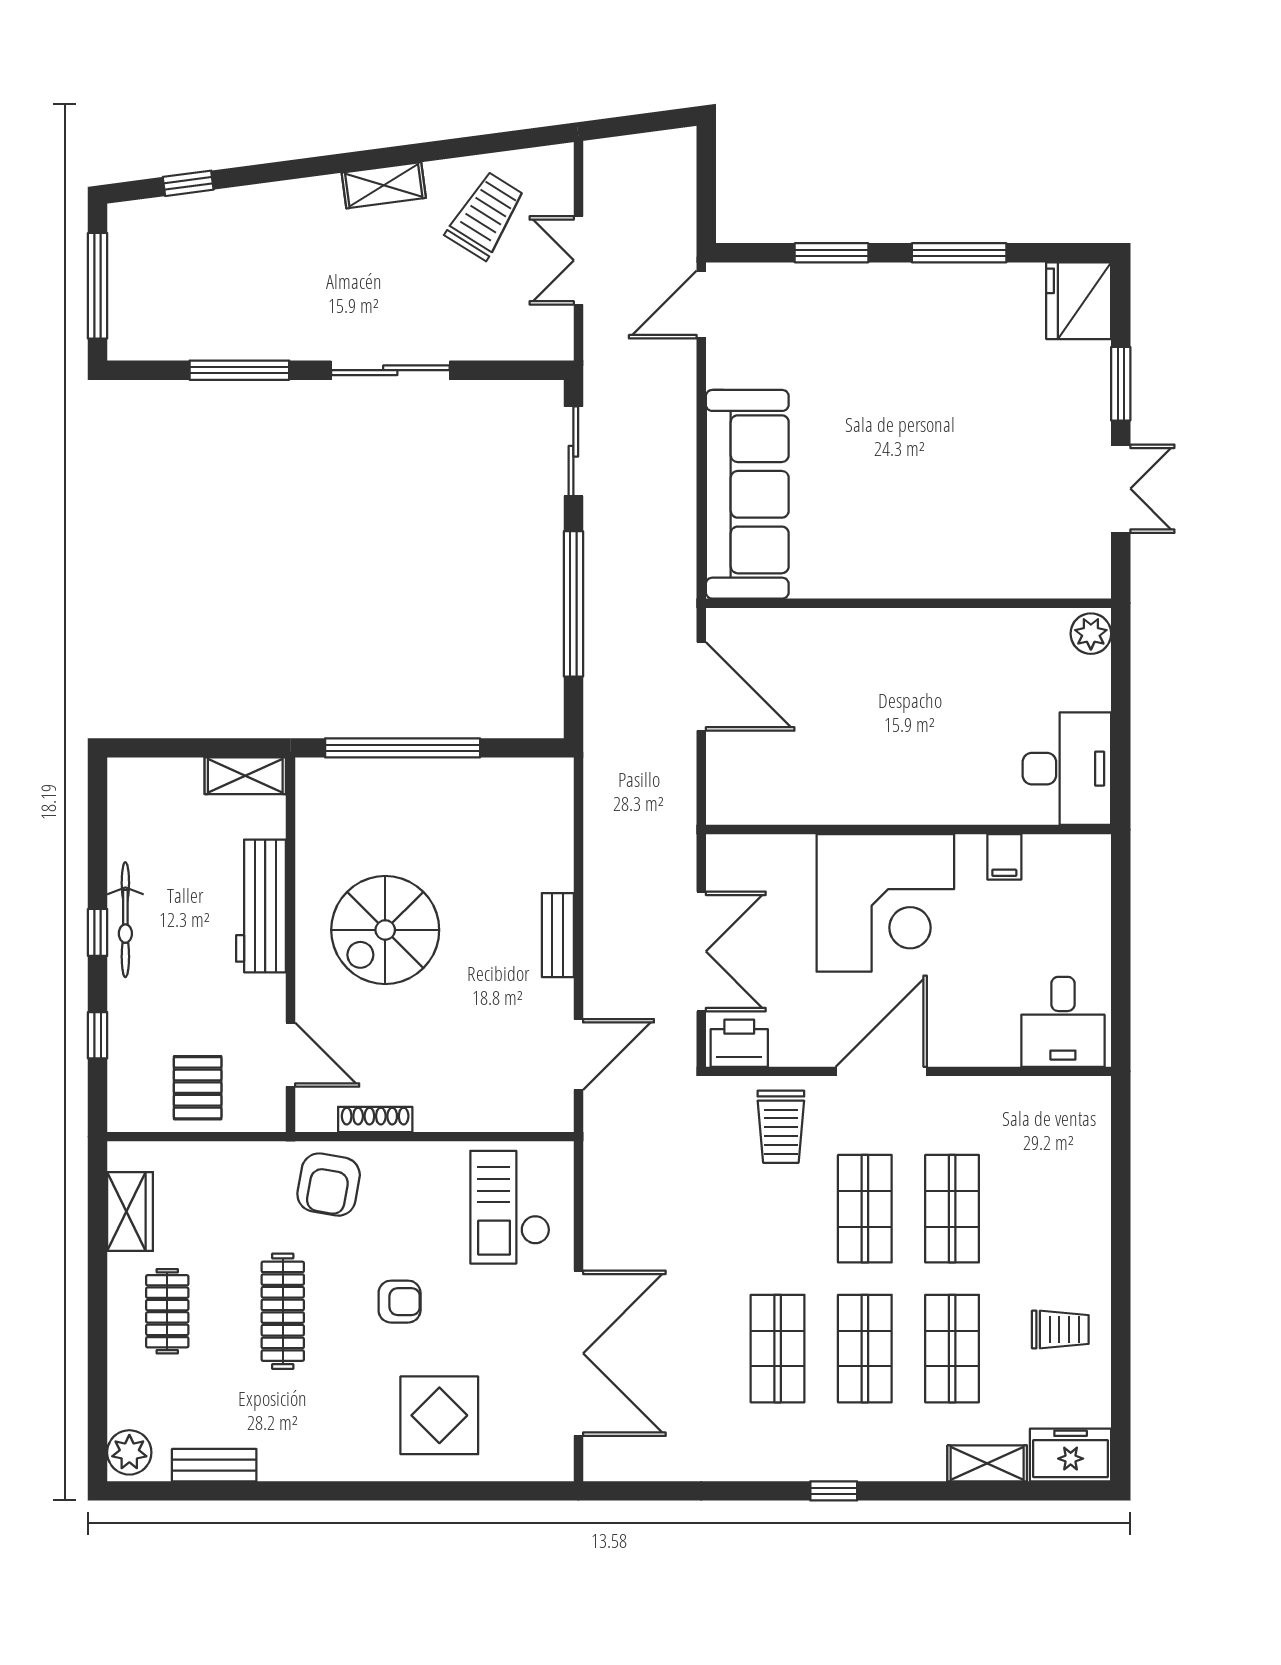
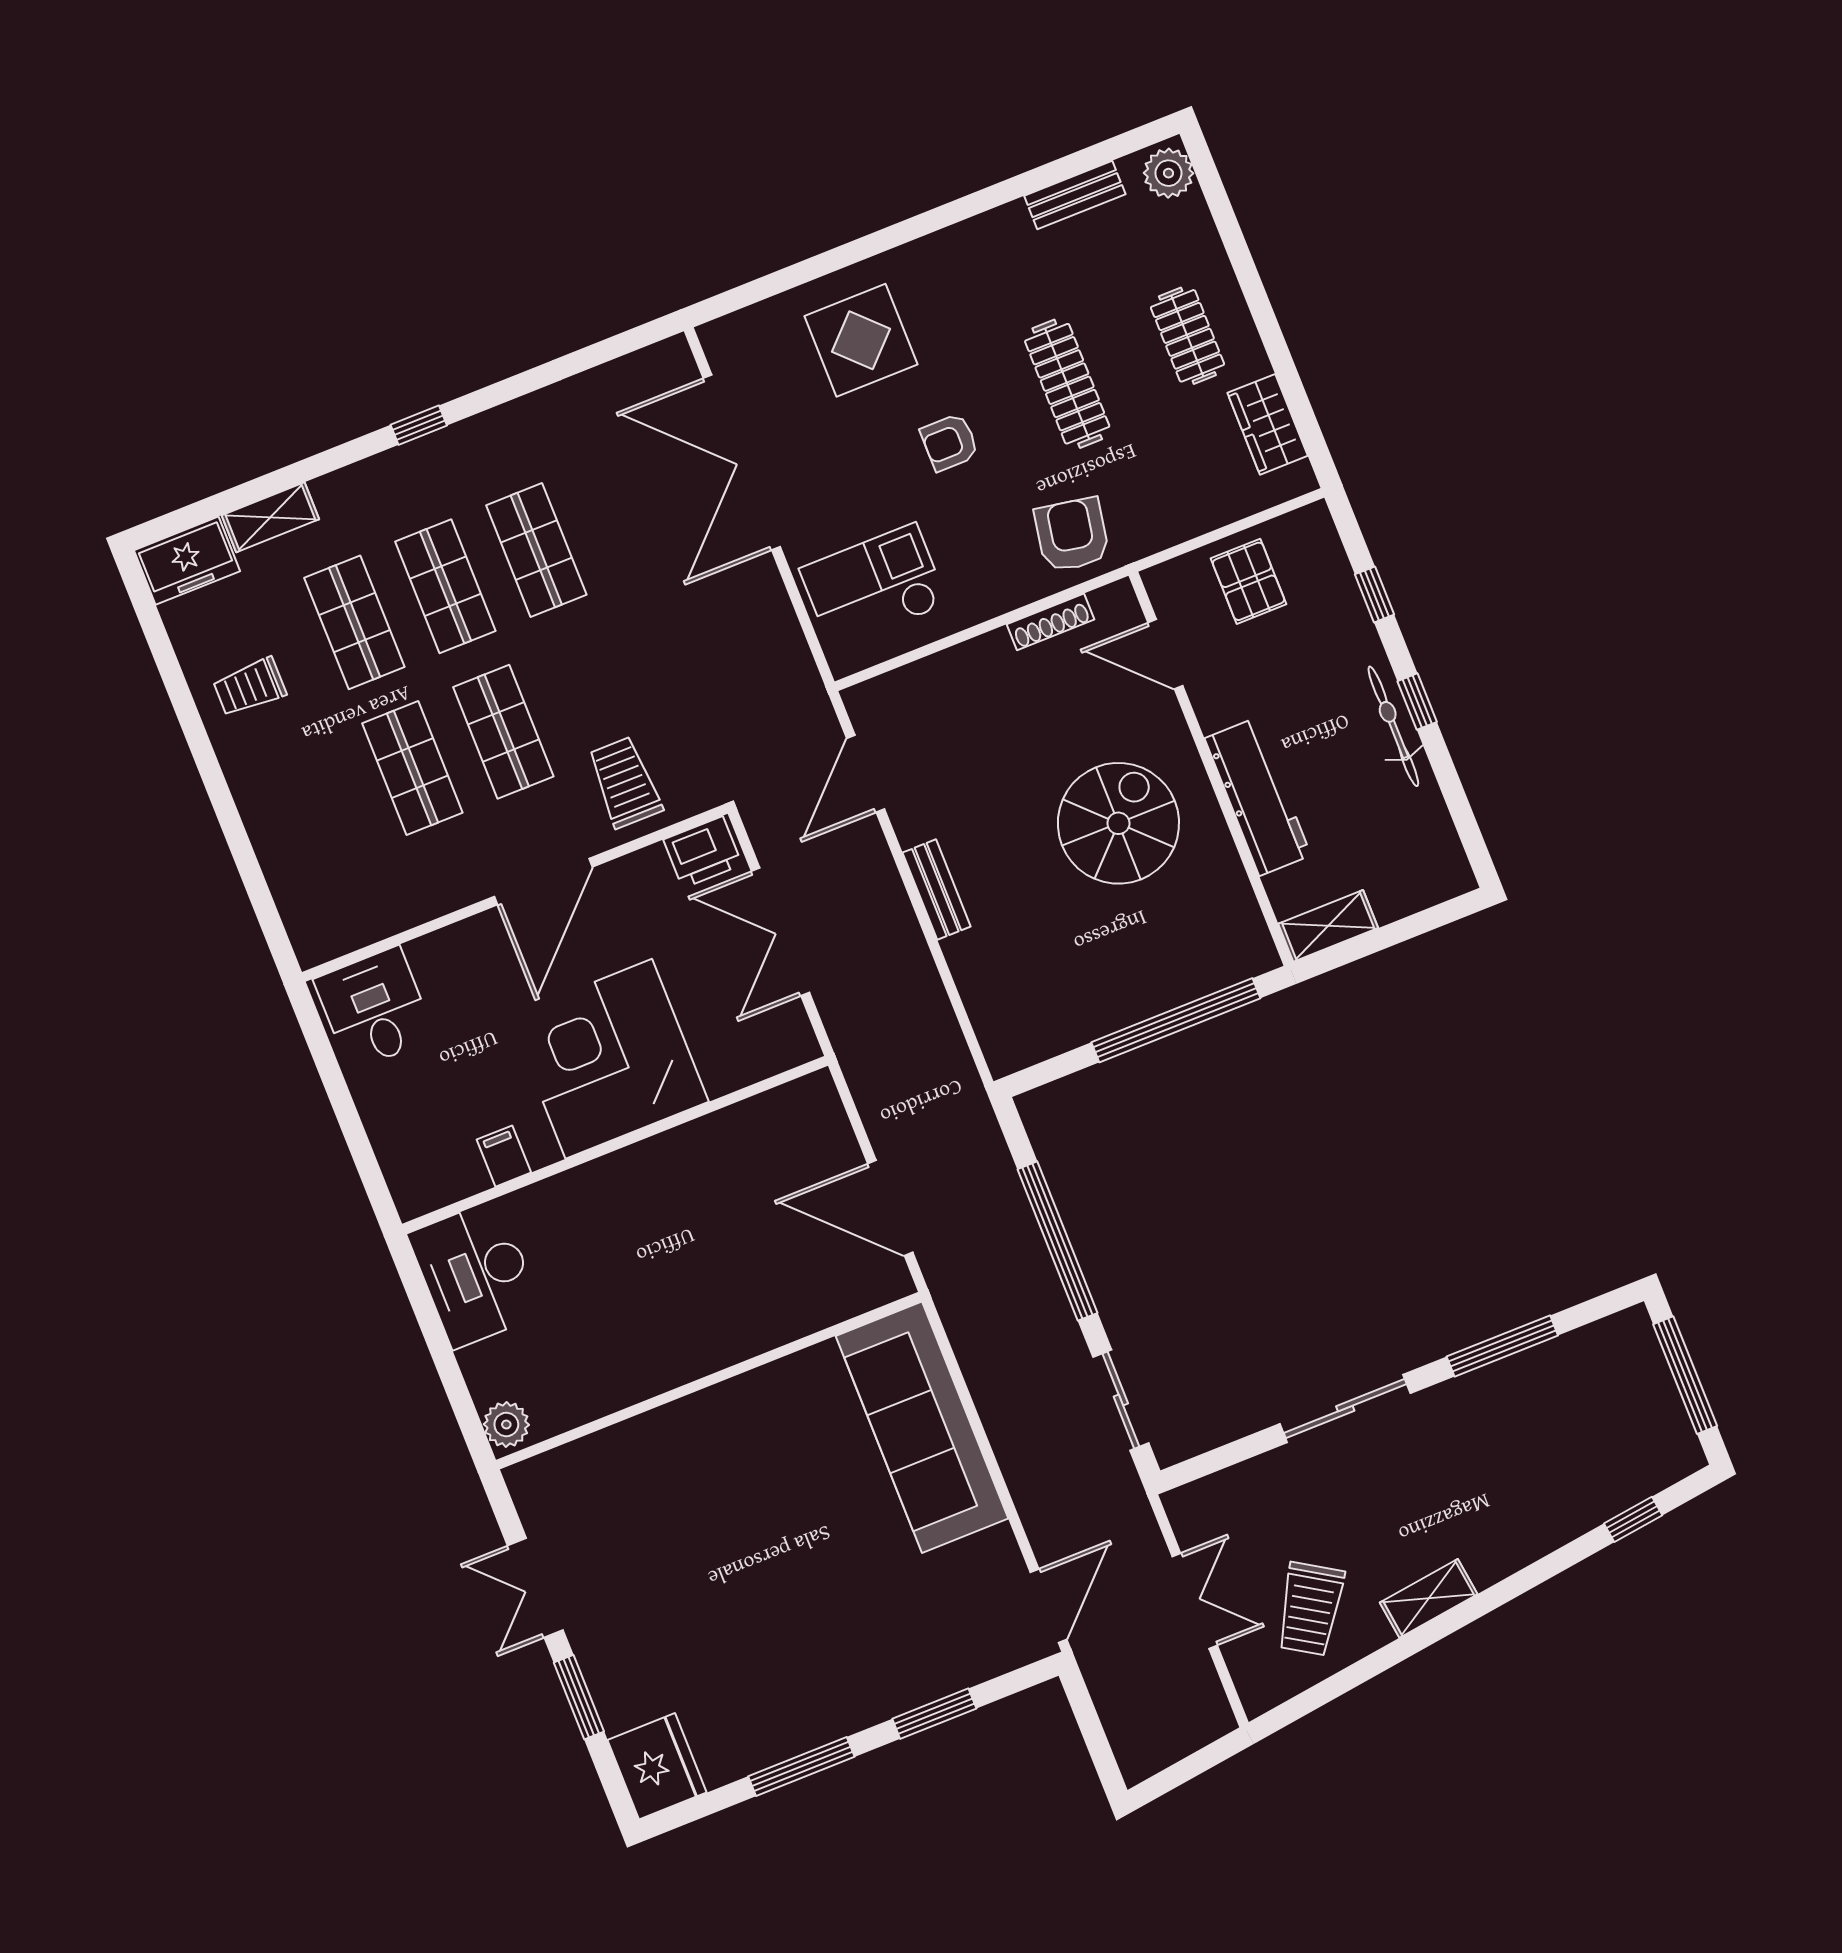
checkout: (510, 1207) -> (874, 586), turned -90

